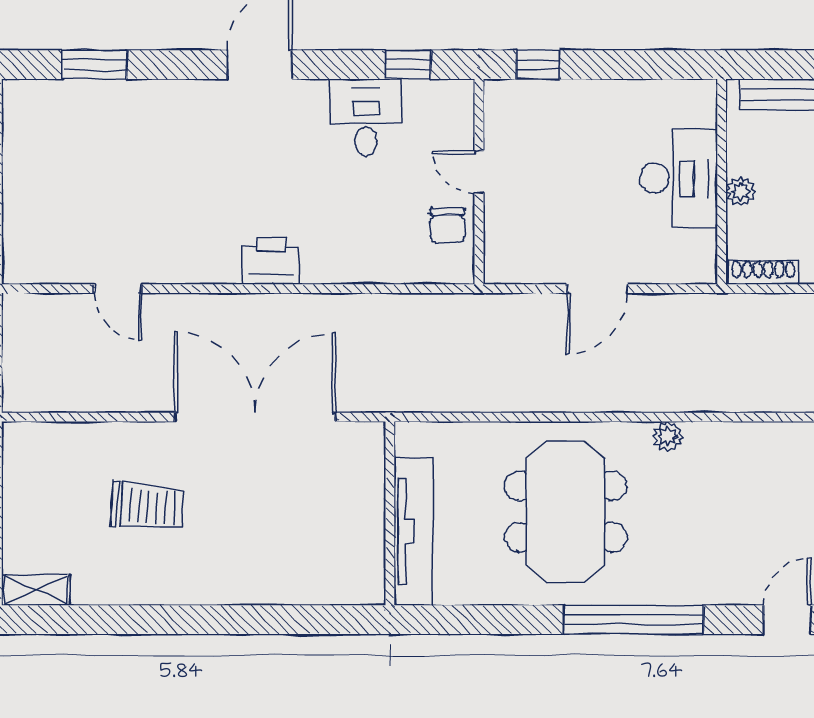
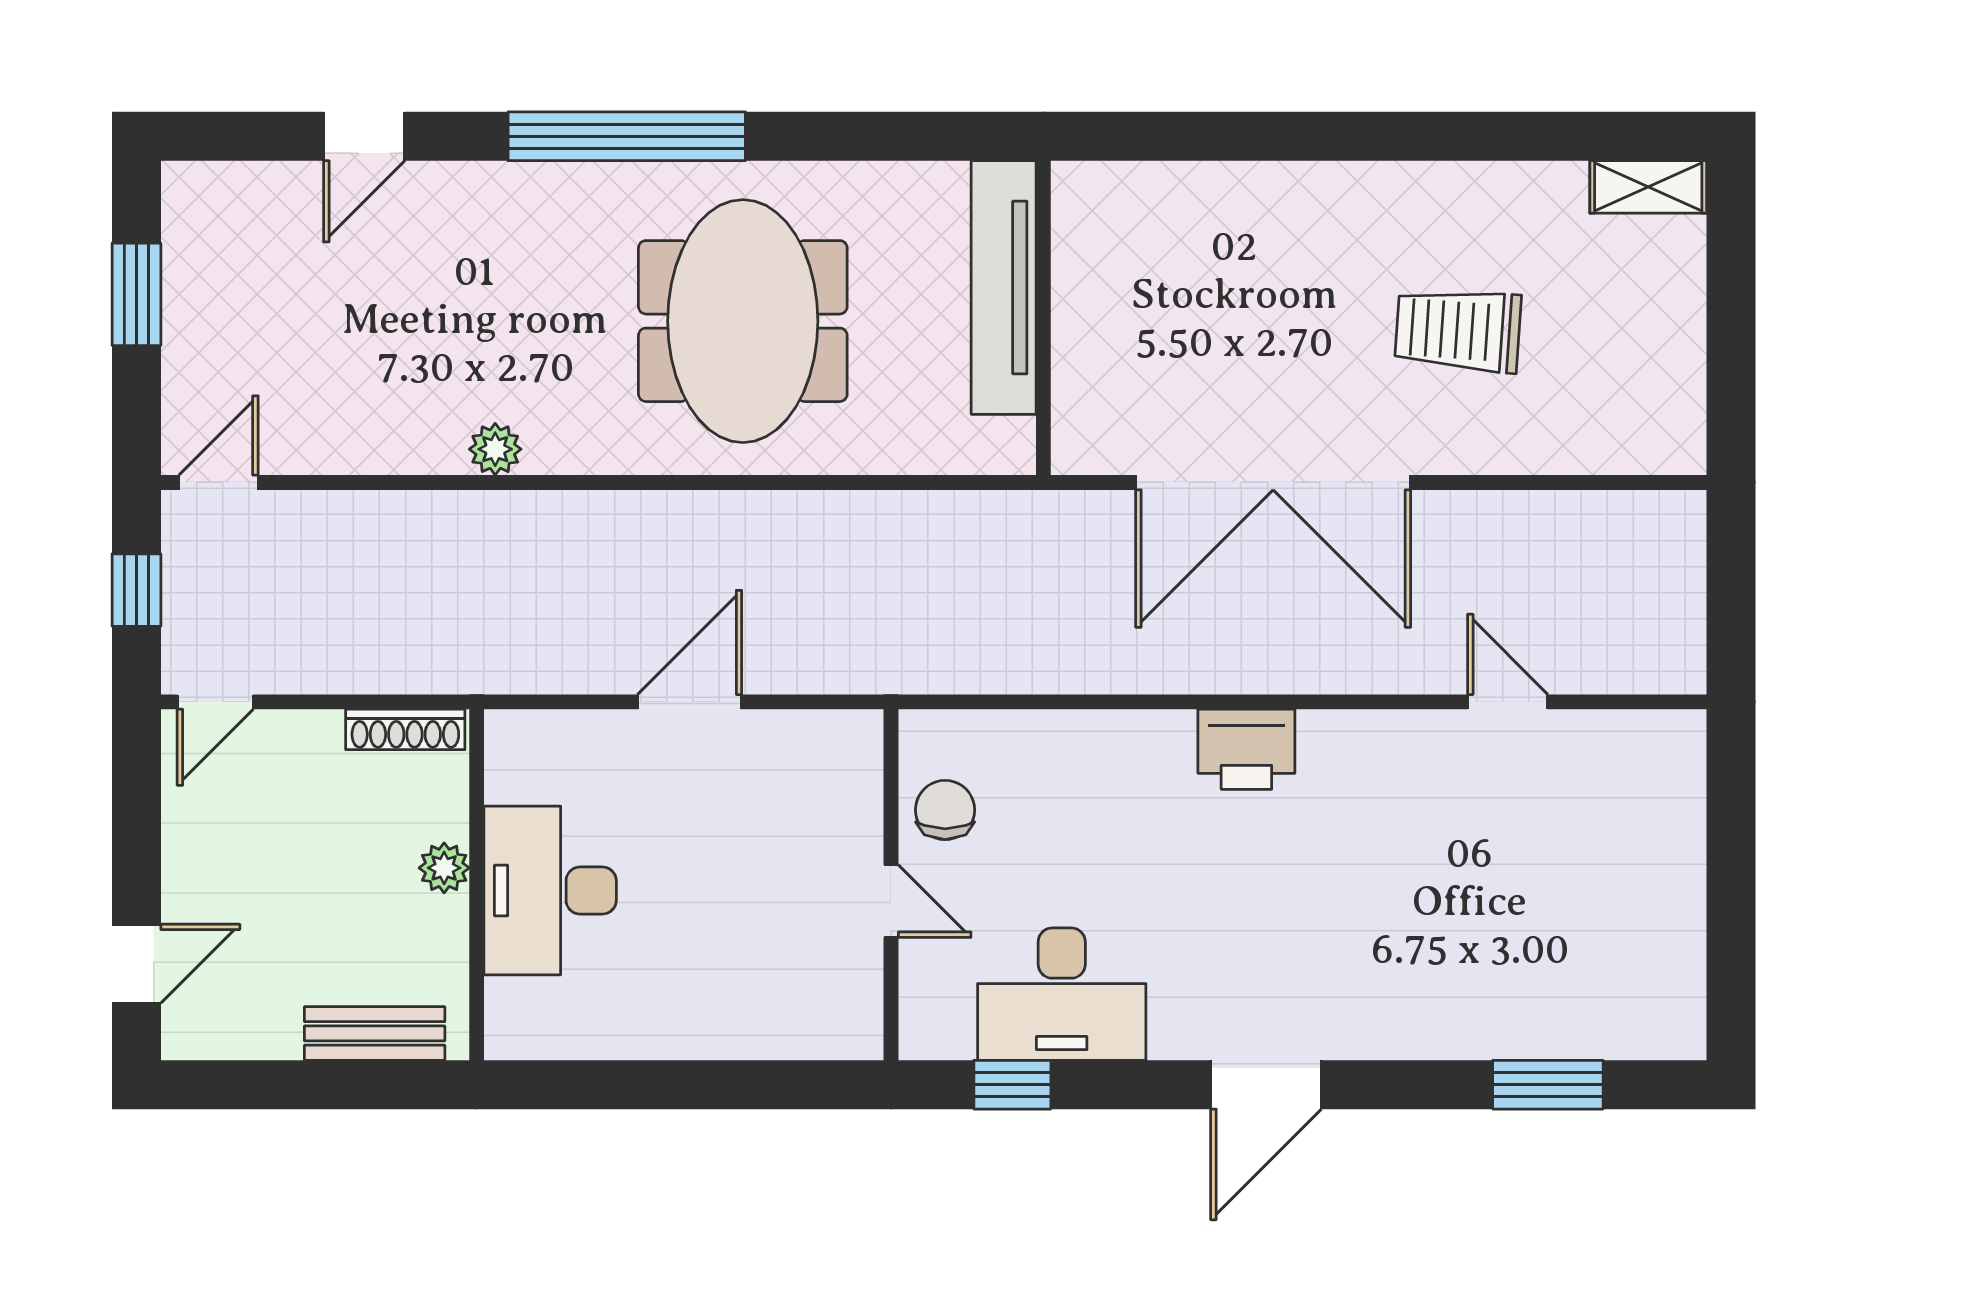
window: (538, 65) -> (790, 1085), removed
desk: (366, 118) -> (1062, 994), width x1.37
plant: (668, 437) -> (495, 449), moved

